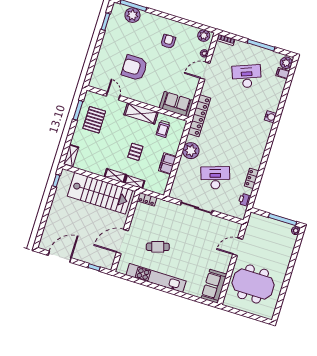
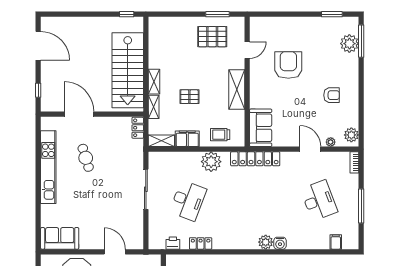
plant: (286, 63) -> (266, 242), moved
trolley: (163, 129) -> (220, 135), moved
shelving: (71, 156) -> (161, 141), moved
desk: (215, 178) -> (188, 200), turned 39

